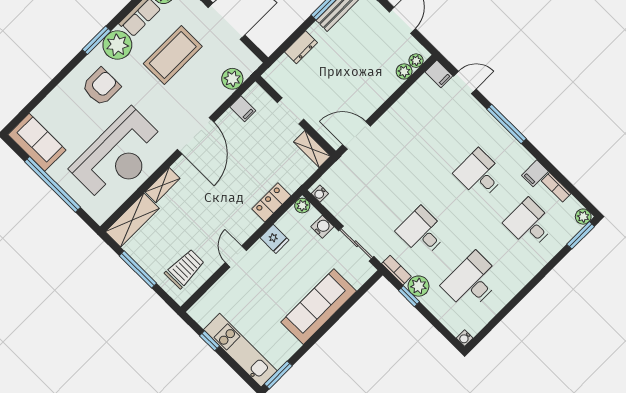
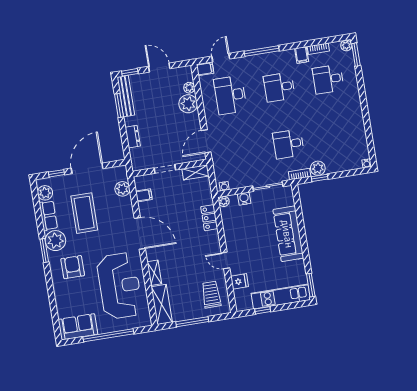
plant: (416, 61) -> (188, 104), moved, width x1.88, depth x1.88
fridge: (274, 239) -> (240, 281), moved
desk: (472, 282) -> (230, 95), moved

